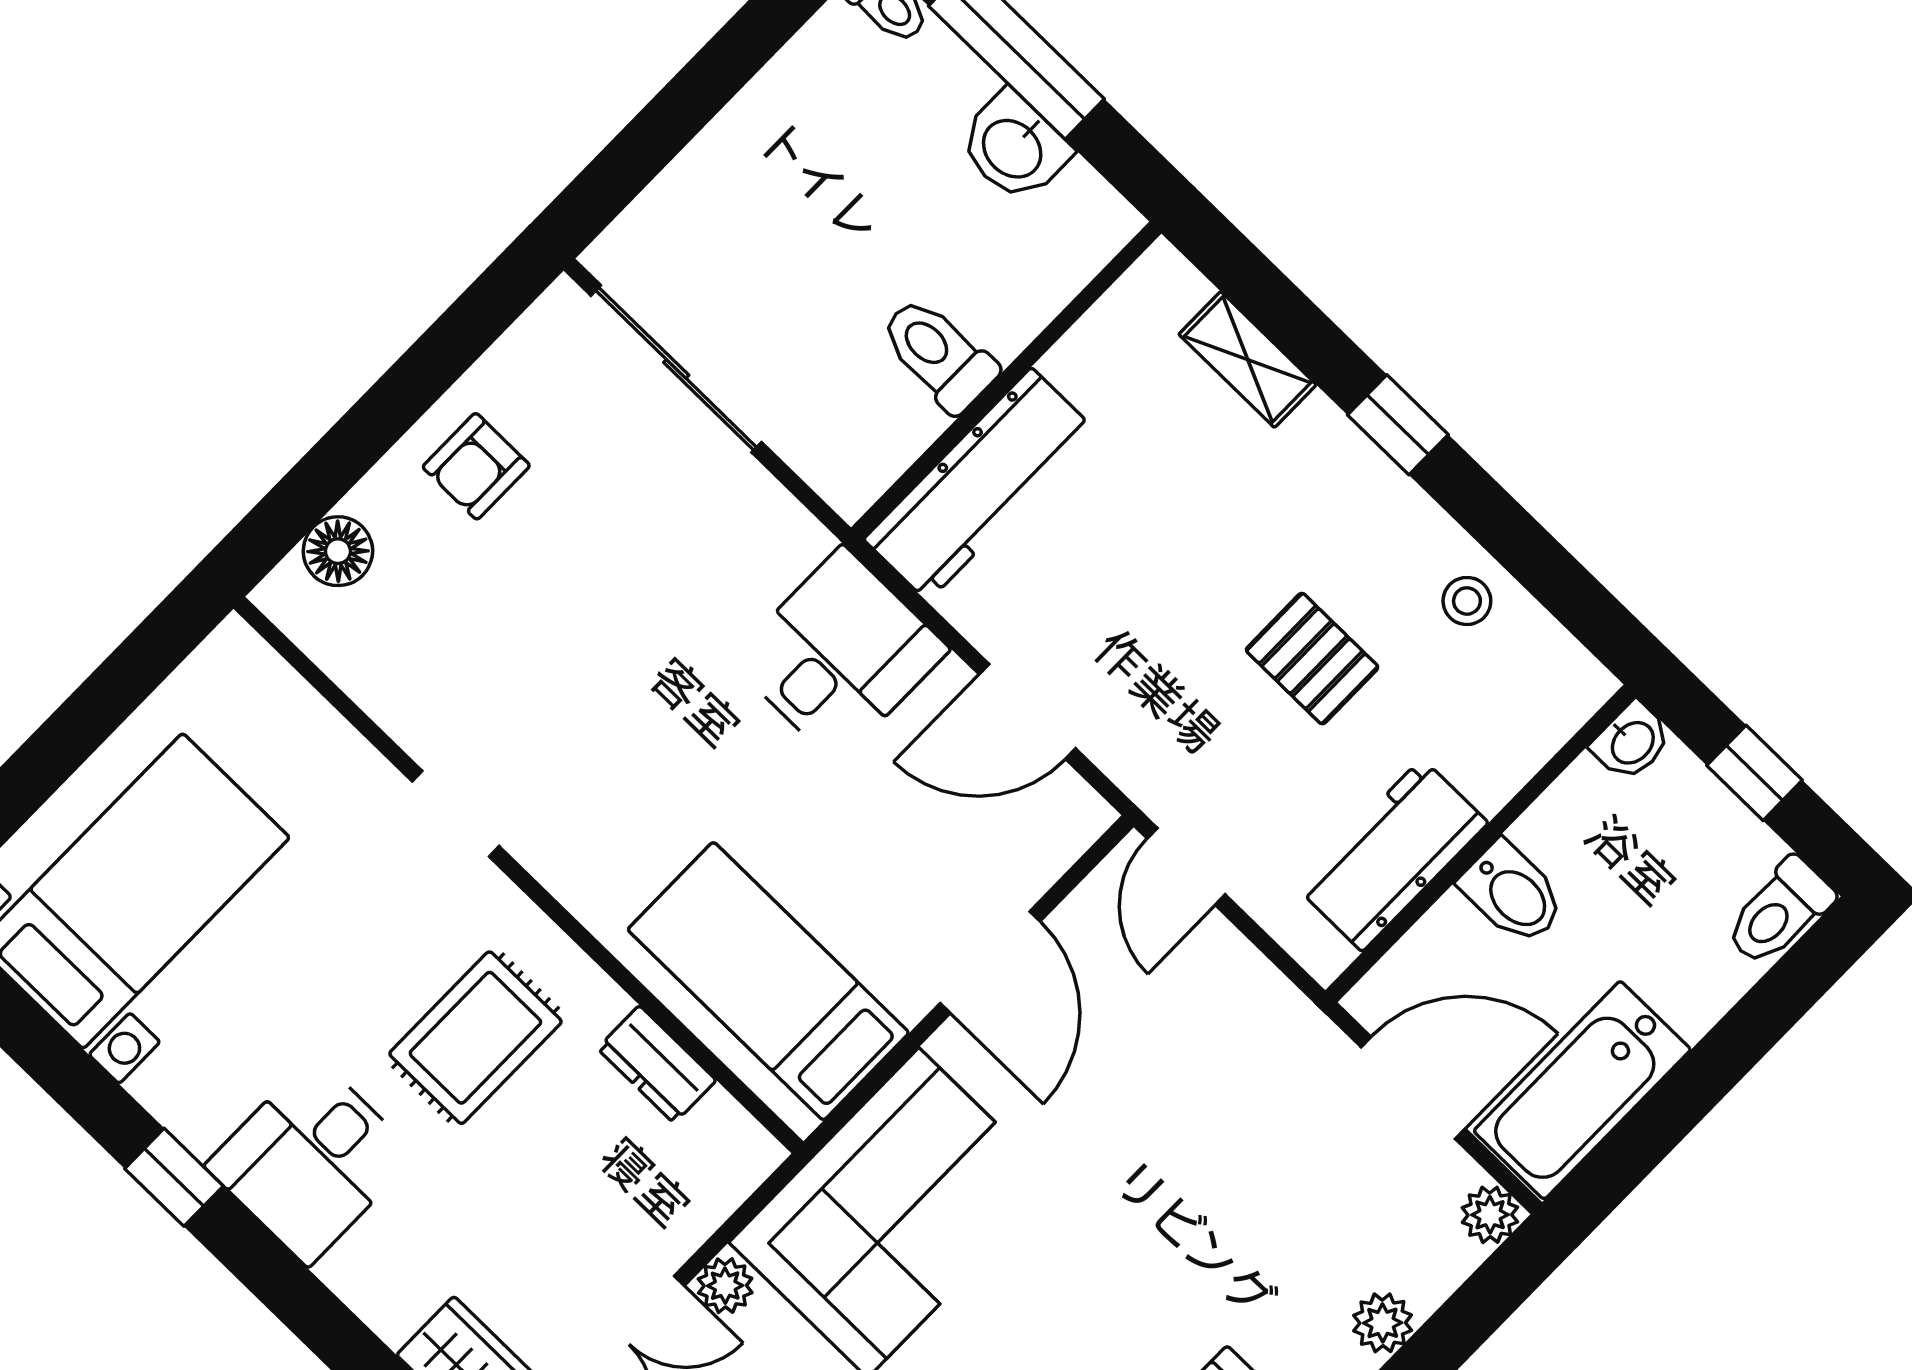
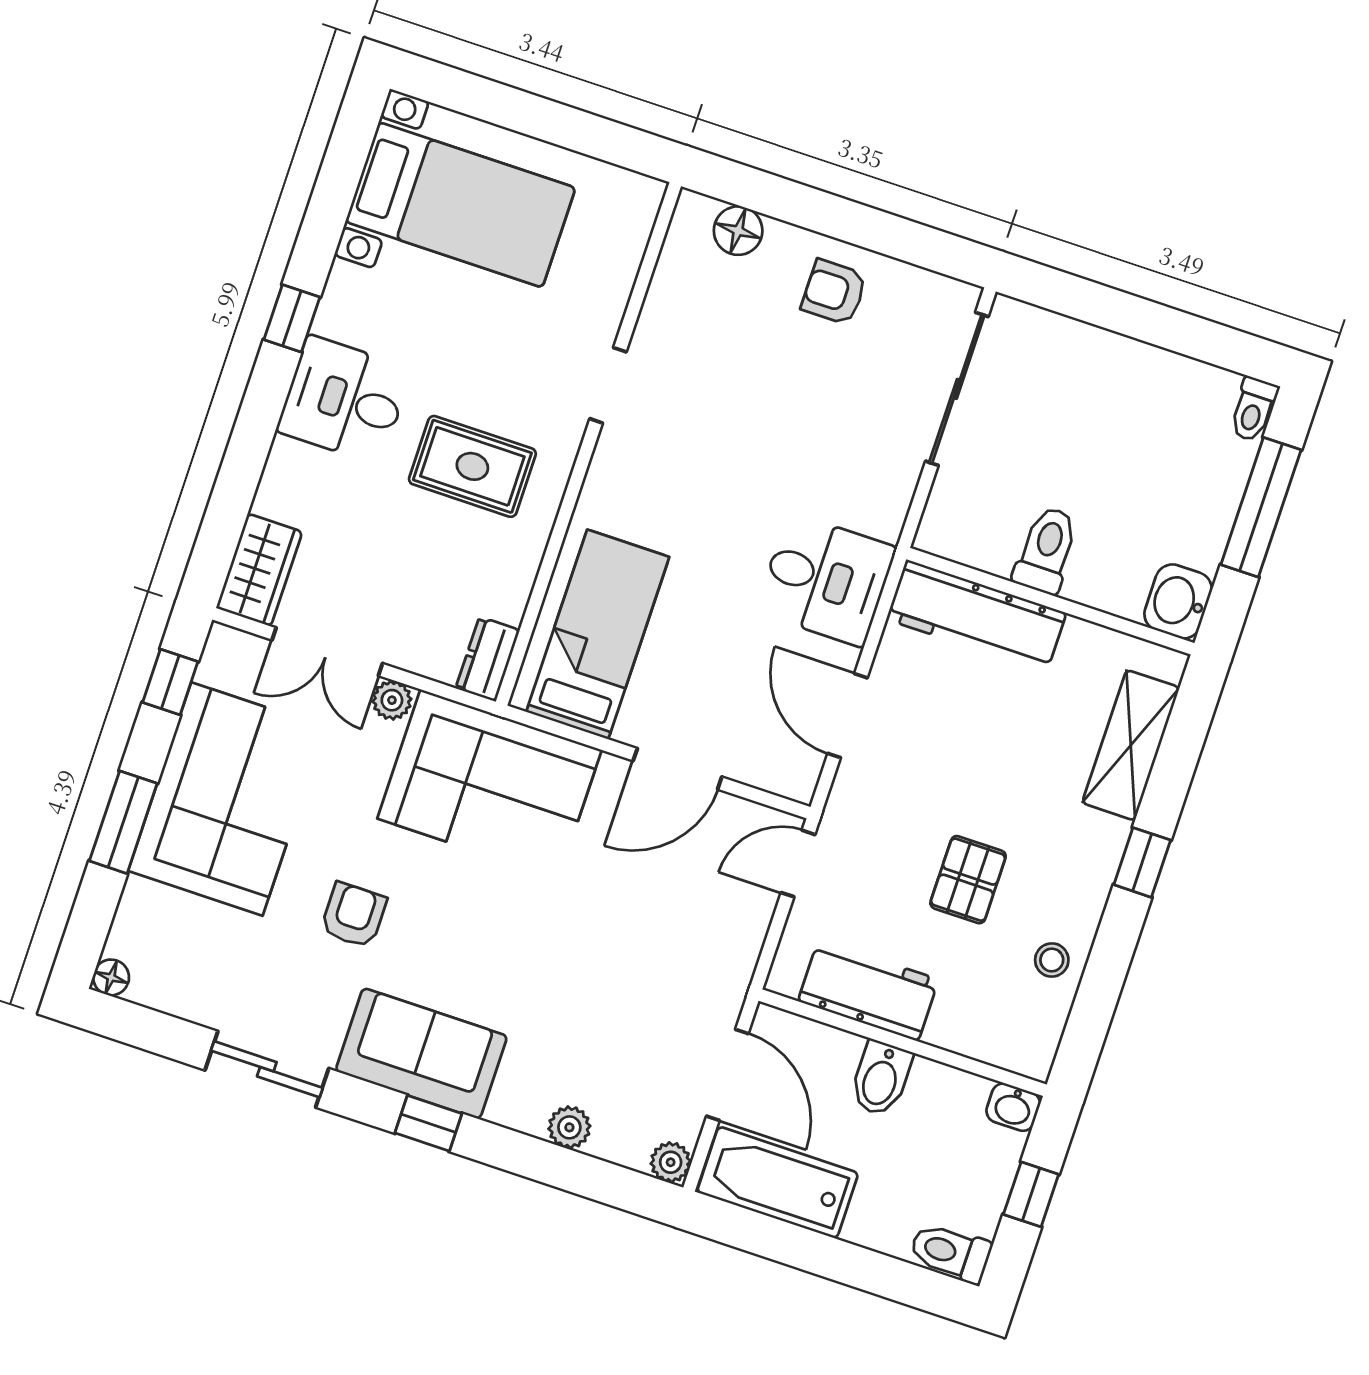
washbasin: (1014, 147) -> (1178, 601), moved
shelving: (1248, 359) -> (1131, 745), width x1.50, depth x1.33
dresser: (657, 1064) -> (488, 659), moved

